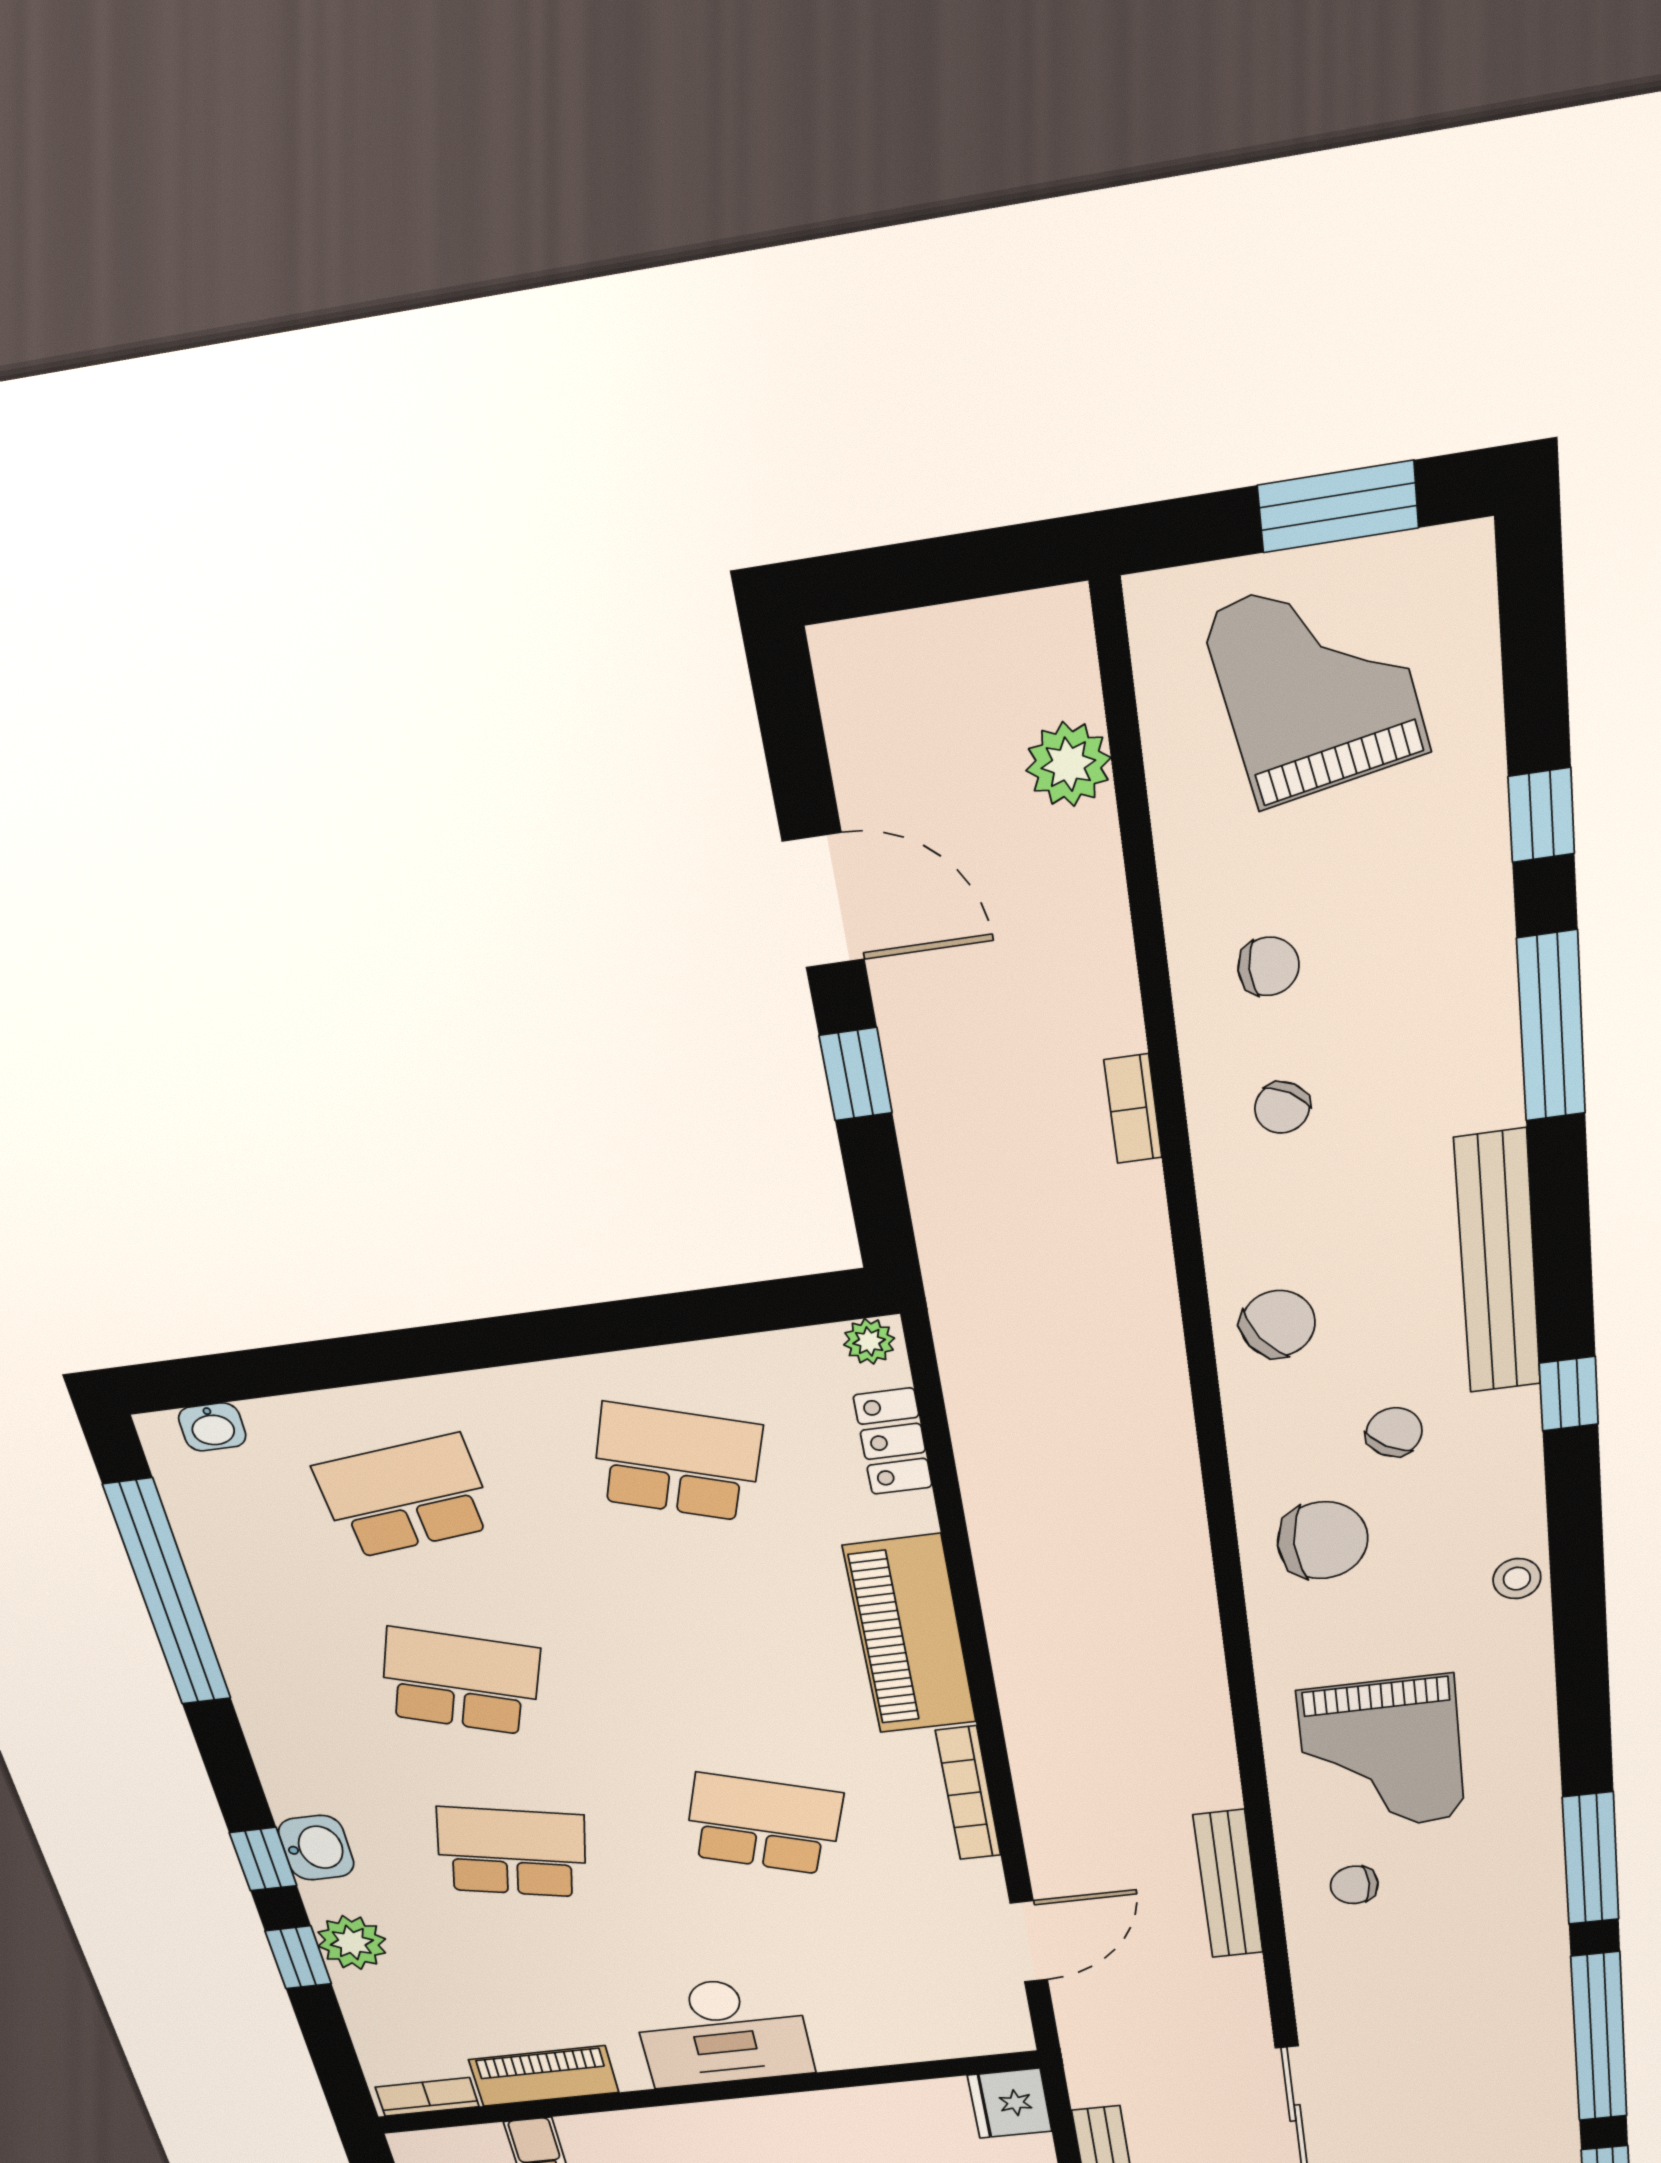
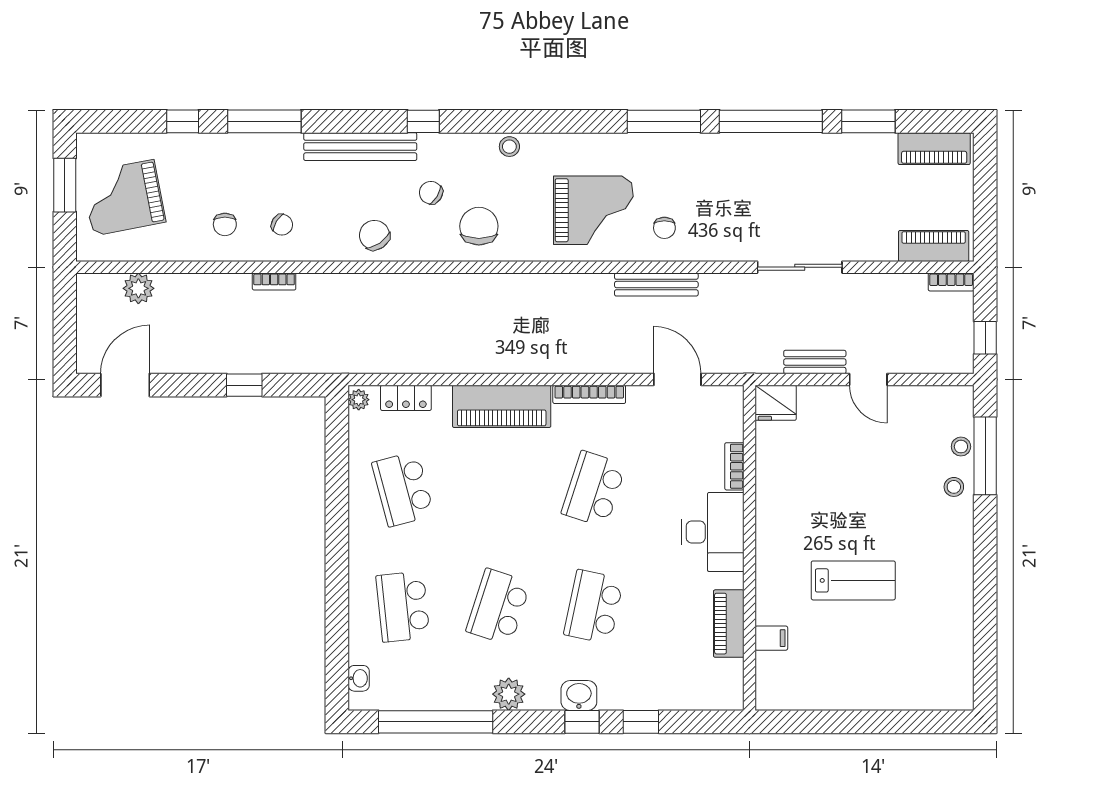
door: (824, 901) -> (125, 385), moved
chair: (1269, 966) -> (225, 224), turned 180
school desk: (677, 1462) -> (403, 489), turned -33
plant: (352, 1943) -> (509, 694), moved
bookcase: (427, 2097) -> (734, 466), moved

